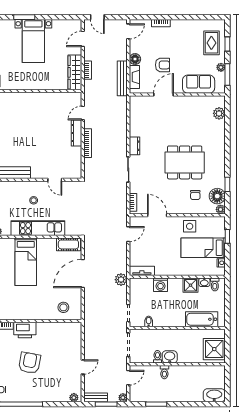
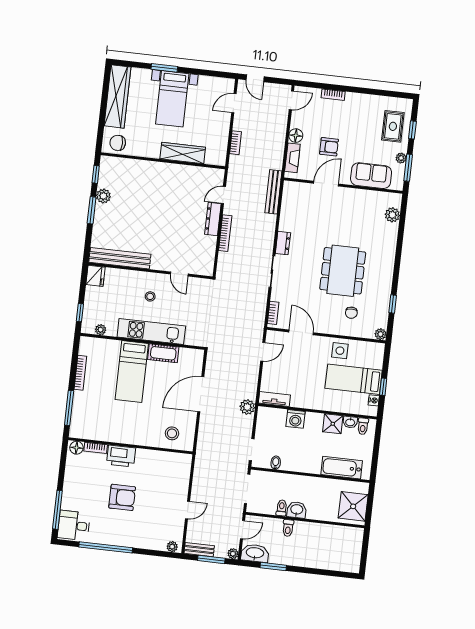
wardrobe: (75, 72) -> (183, 153), moved, turned 90
bench: (122, 78) -> (273, 192), moved
dining table: (185, 162) -> (343, 271), turned 90
floor lamp: (217, 196) -> (378, 317), removed
window: (227, 236) -> (383, 387), moved
cot: (68, 244) -> (163, 353), moved
armchair: (30, 363) -> (122, 497), turned 80
washbasin: (214, 395) -> (255, 553), moved

